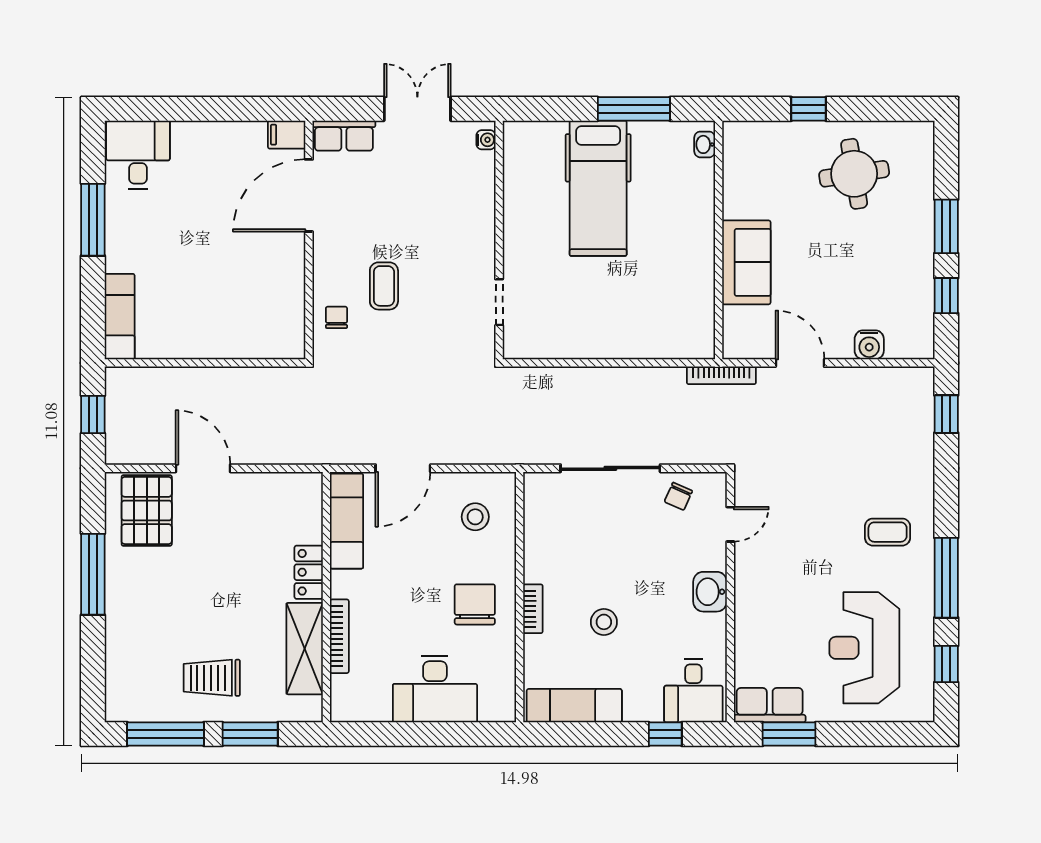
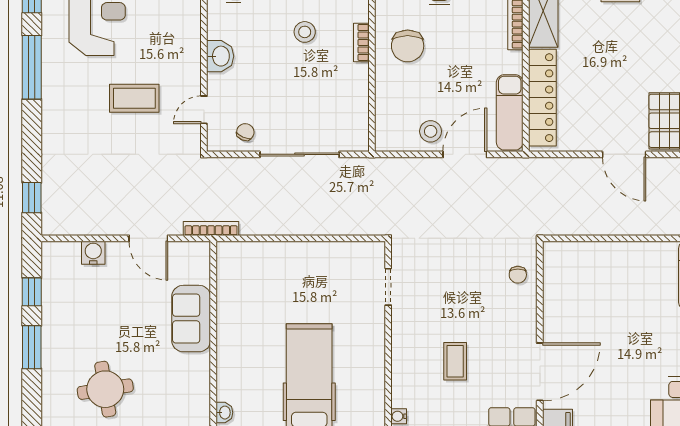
coffee table: (384, 286) -> (455, 361), moved
stool: (475, 517) -> (431, 131), moved
coffee table: (888, 532) -> (134, 98), moved, width x1.36, depth x1.30
locker: (309, 572) -> (542, 98), width x2.16, depth x1.21

